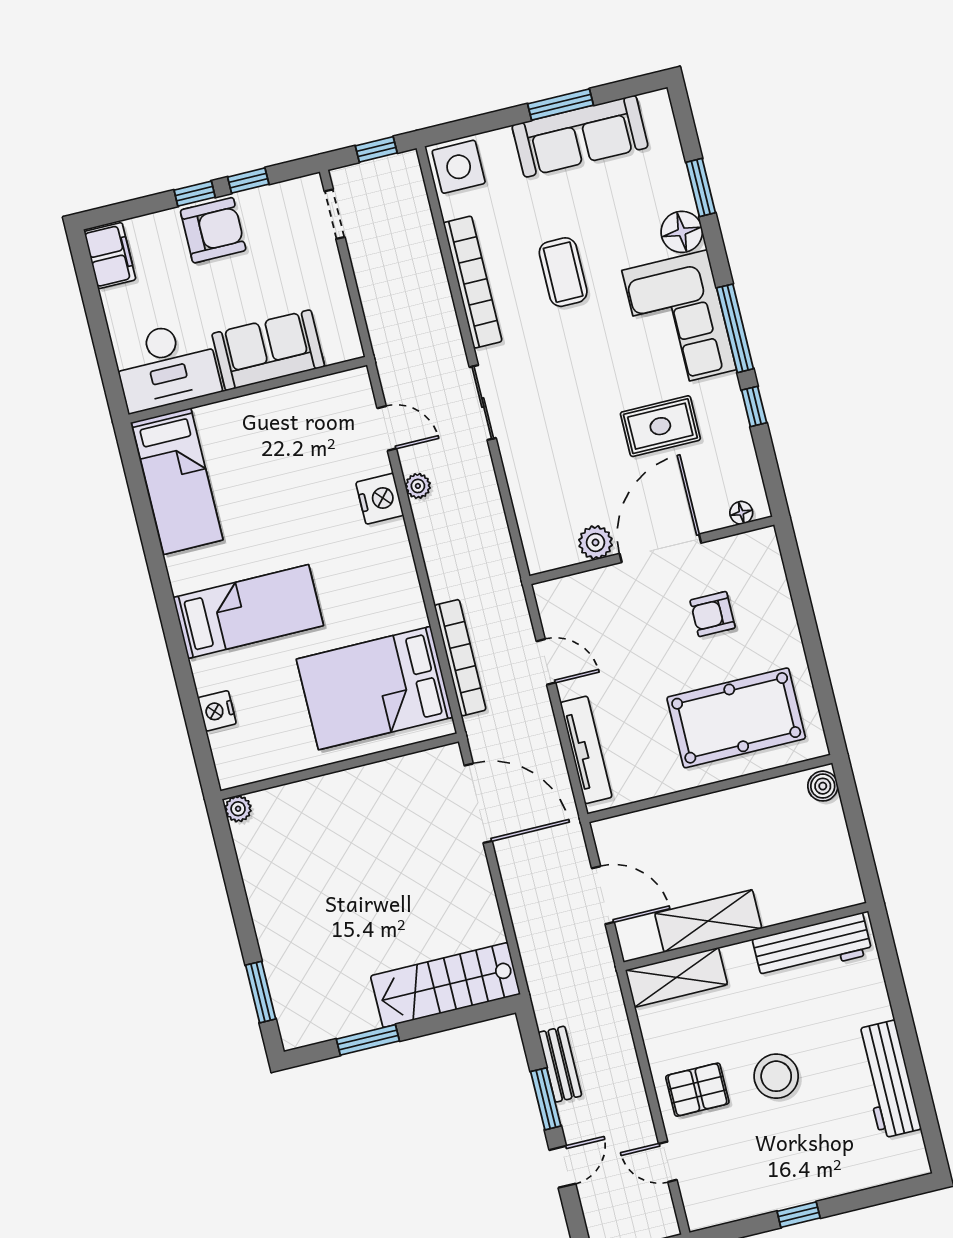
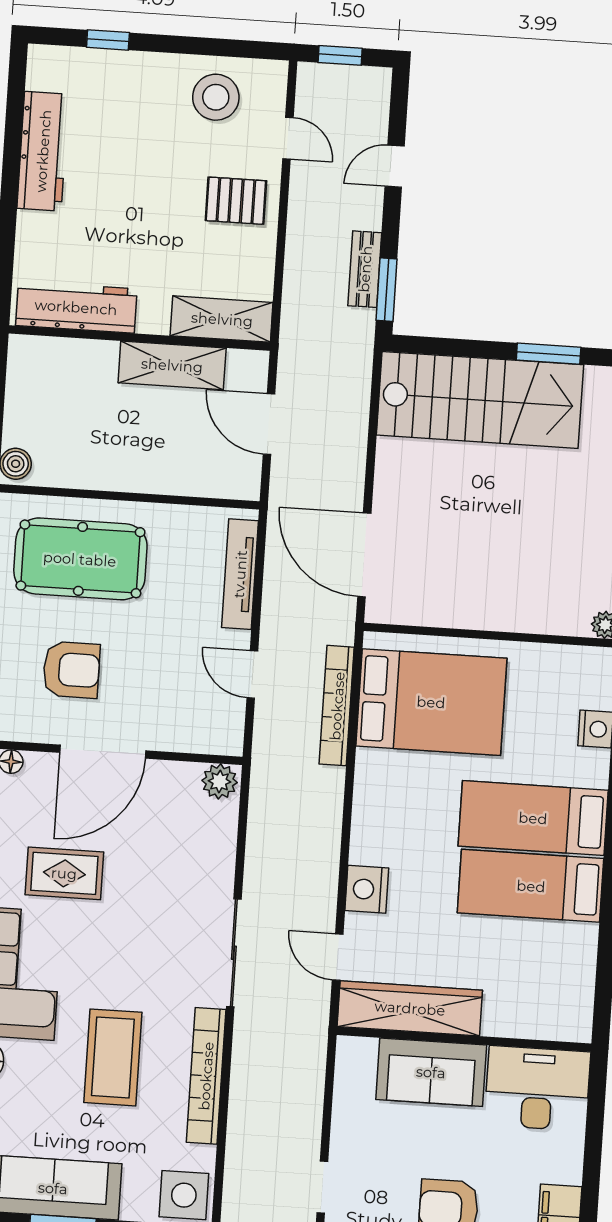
coffee table: (563, 272) -> (113, 1057), width x1.36, depth x1.32
wardrobe: (306, 402) -> (410, 1008), added
sliding door: (483, 403) -> (234, 953), width x1.37
bed: (177, 481) -> (531, 886), moved, turned -90
plant: (418, 486) -> (325, 890), removed
plant: (596, 542) -> (220, 781), moved
armchair: (713, 614) -> (71, 670), width x1.38, depth x1.38
stairs: (445, 985) -> (480, 400), width x1.36, depth x1.51
stool: (776, 1076) -> (216, 97), moved
window: (546, 1099) -> (386, 290), moved
window: (799, 1215) -> (108, 40), moved

